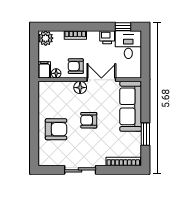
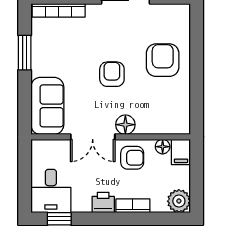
printer: (107, 37) -> (103, 202), moved
sofa: (131, 106) -> (47, 106), width x0.73
armchair: (89, 120) -> (112, 74), turned -90
armchair: (56, 129) -> (163, 60), turned 90

